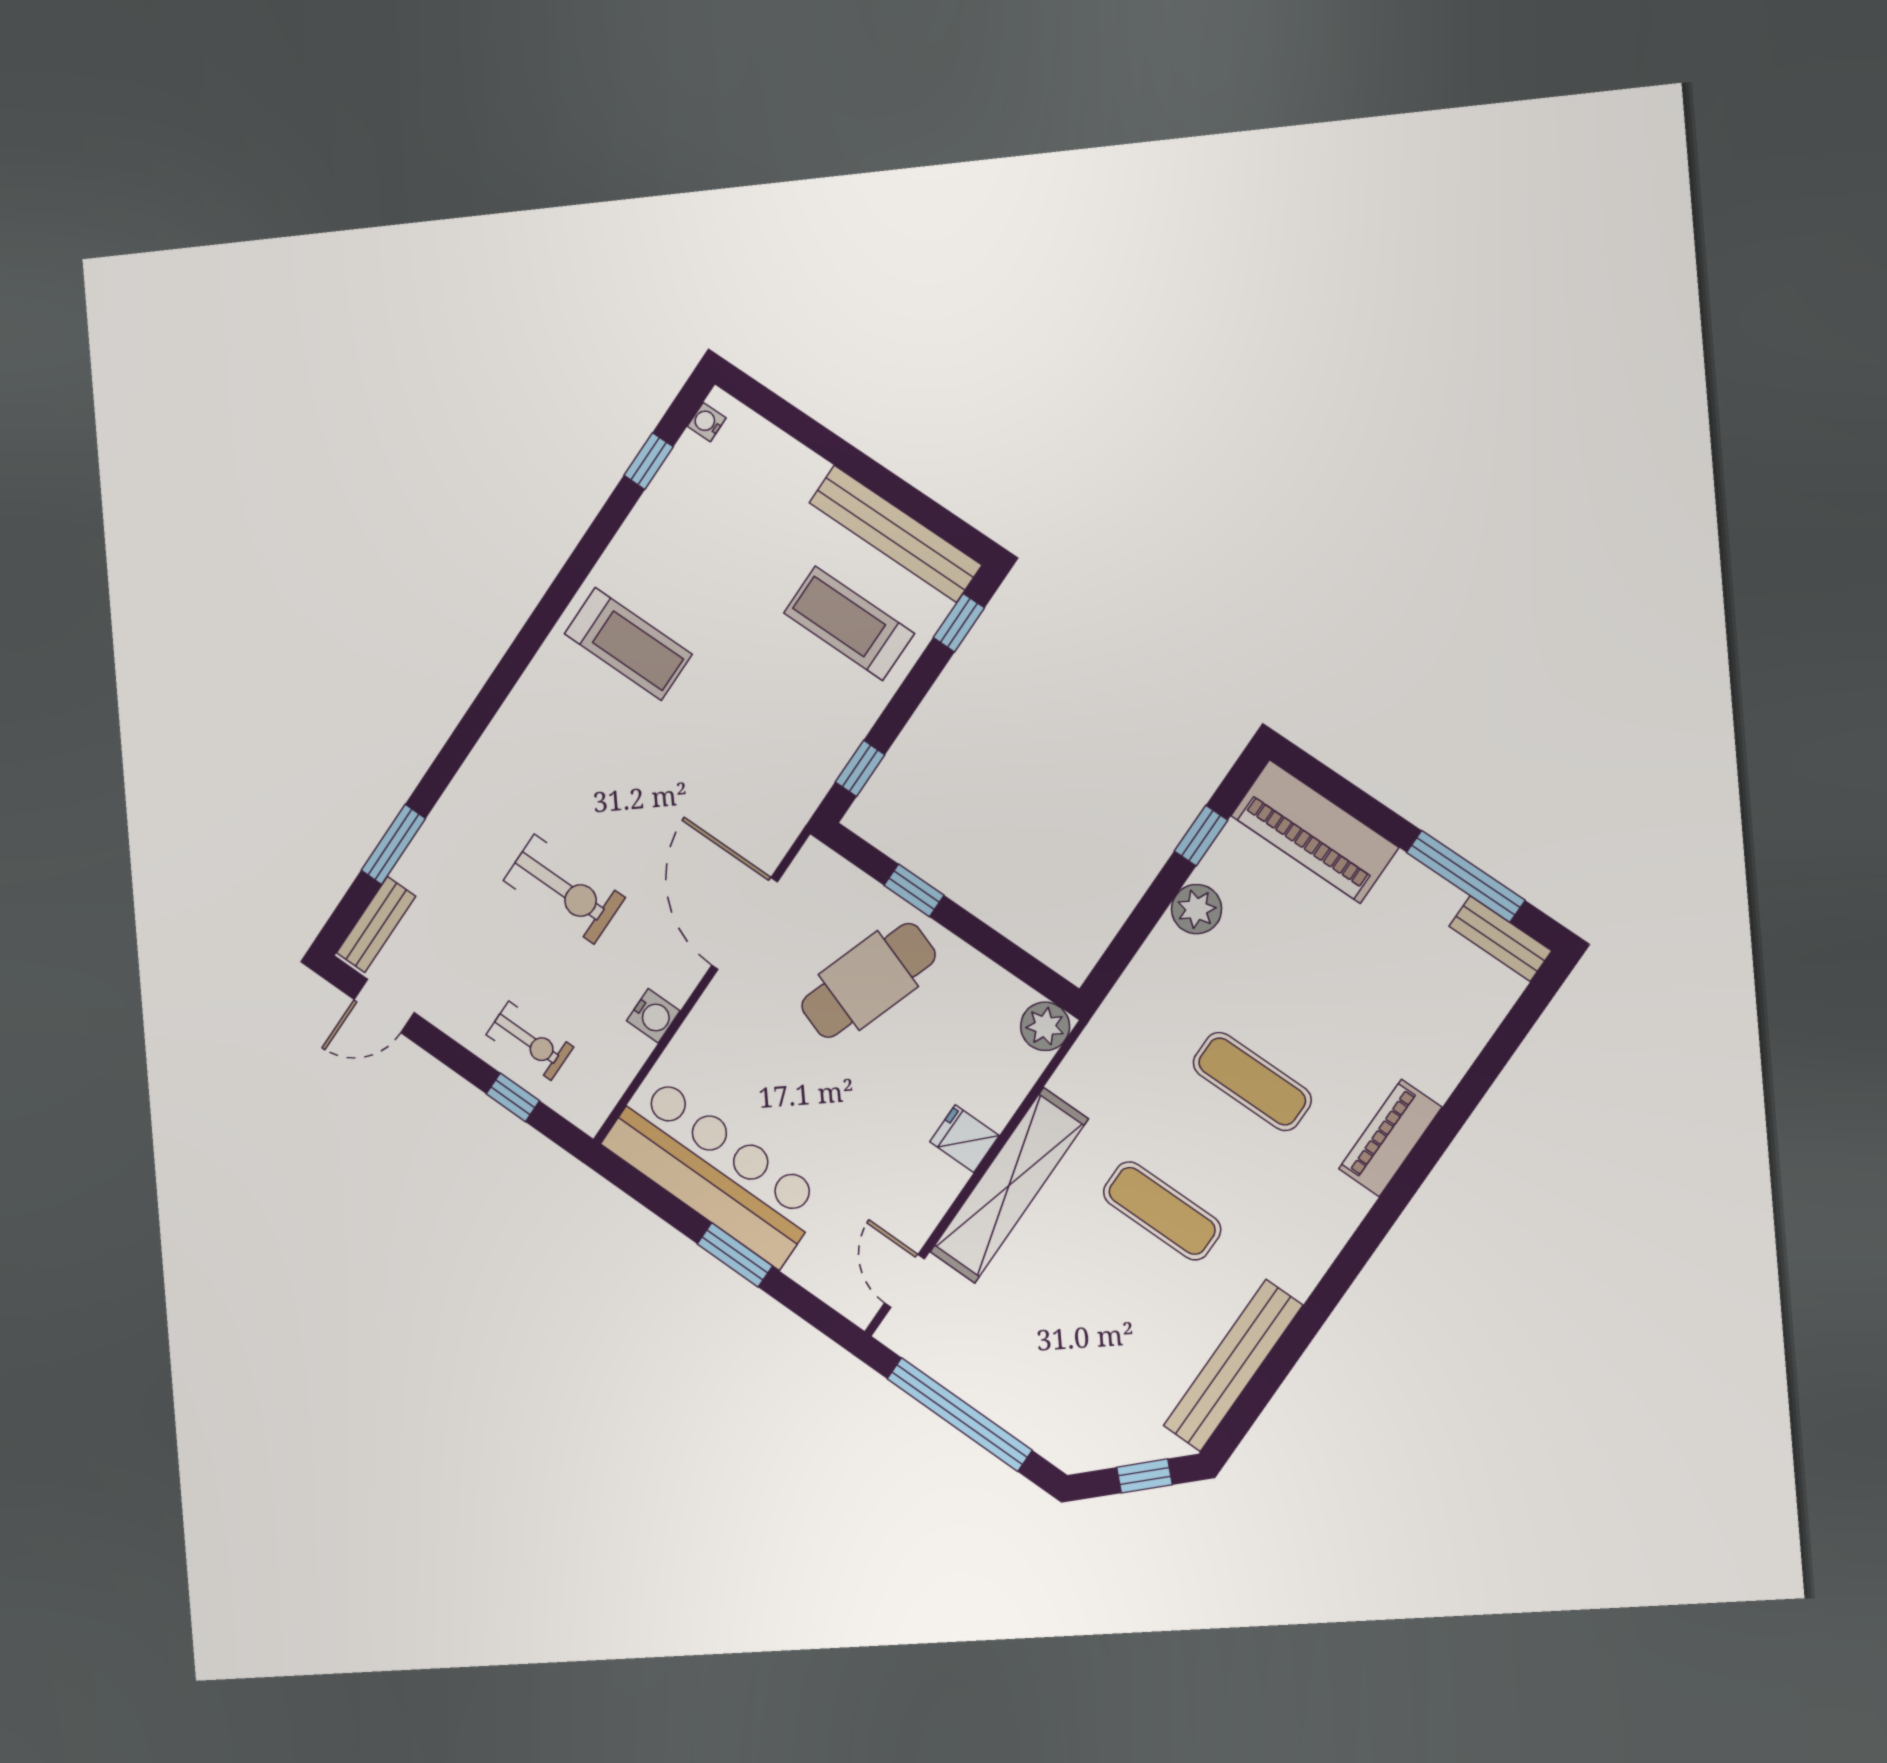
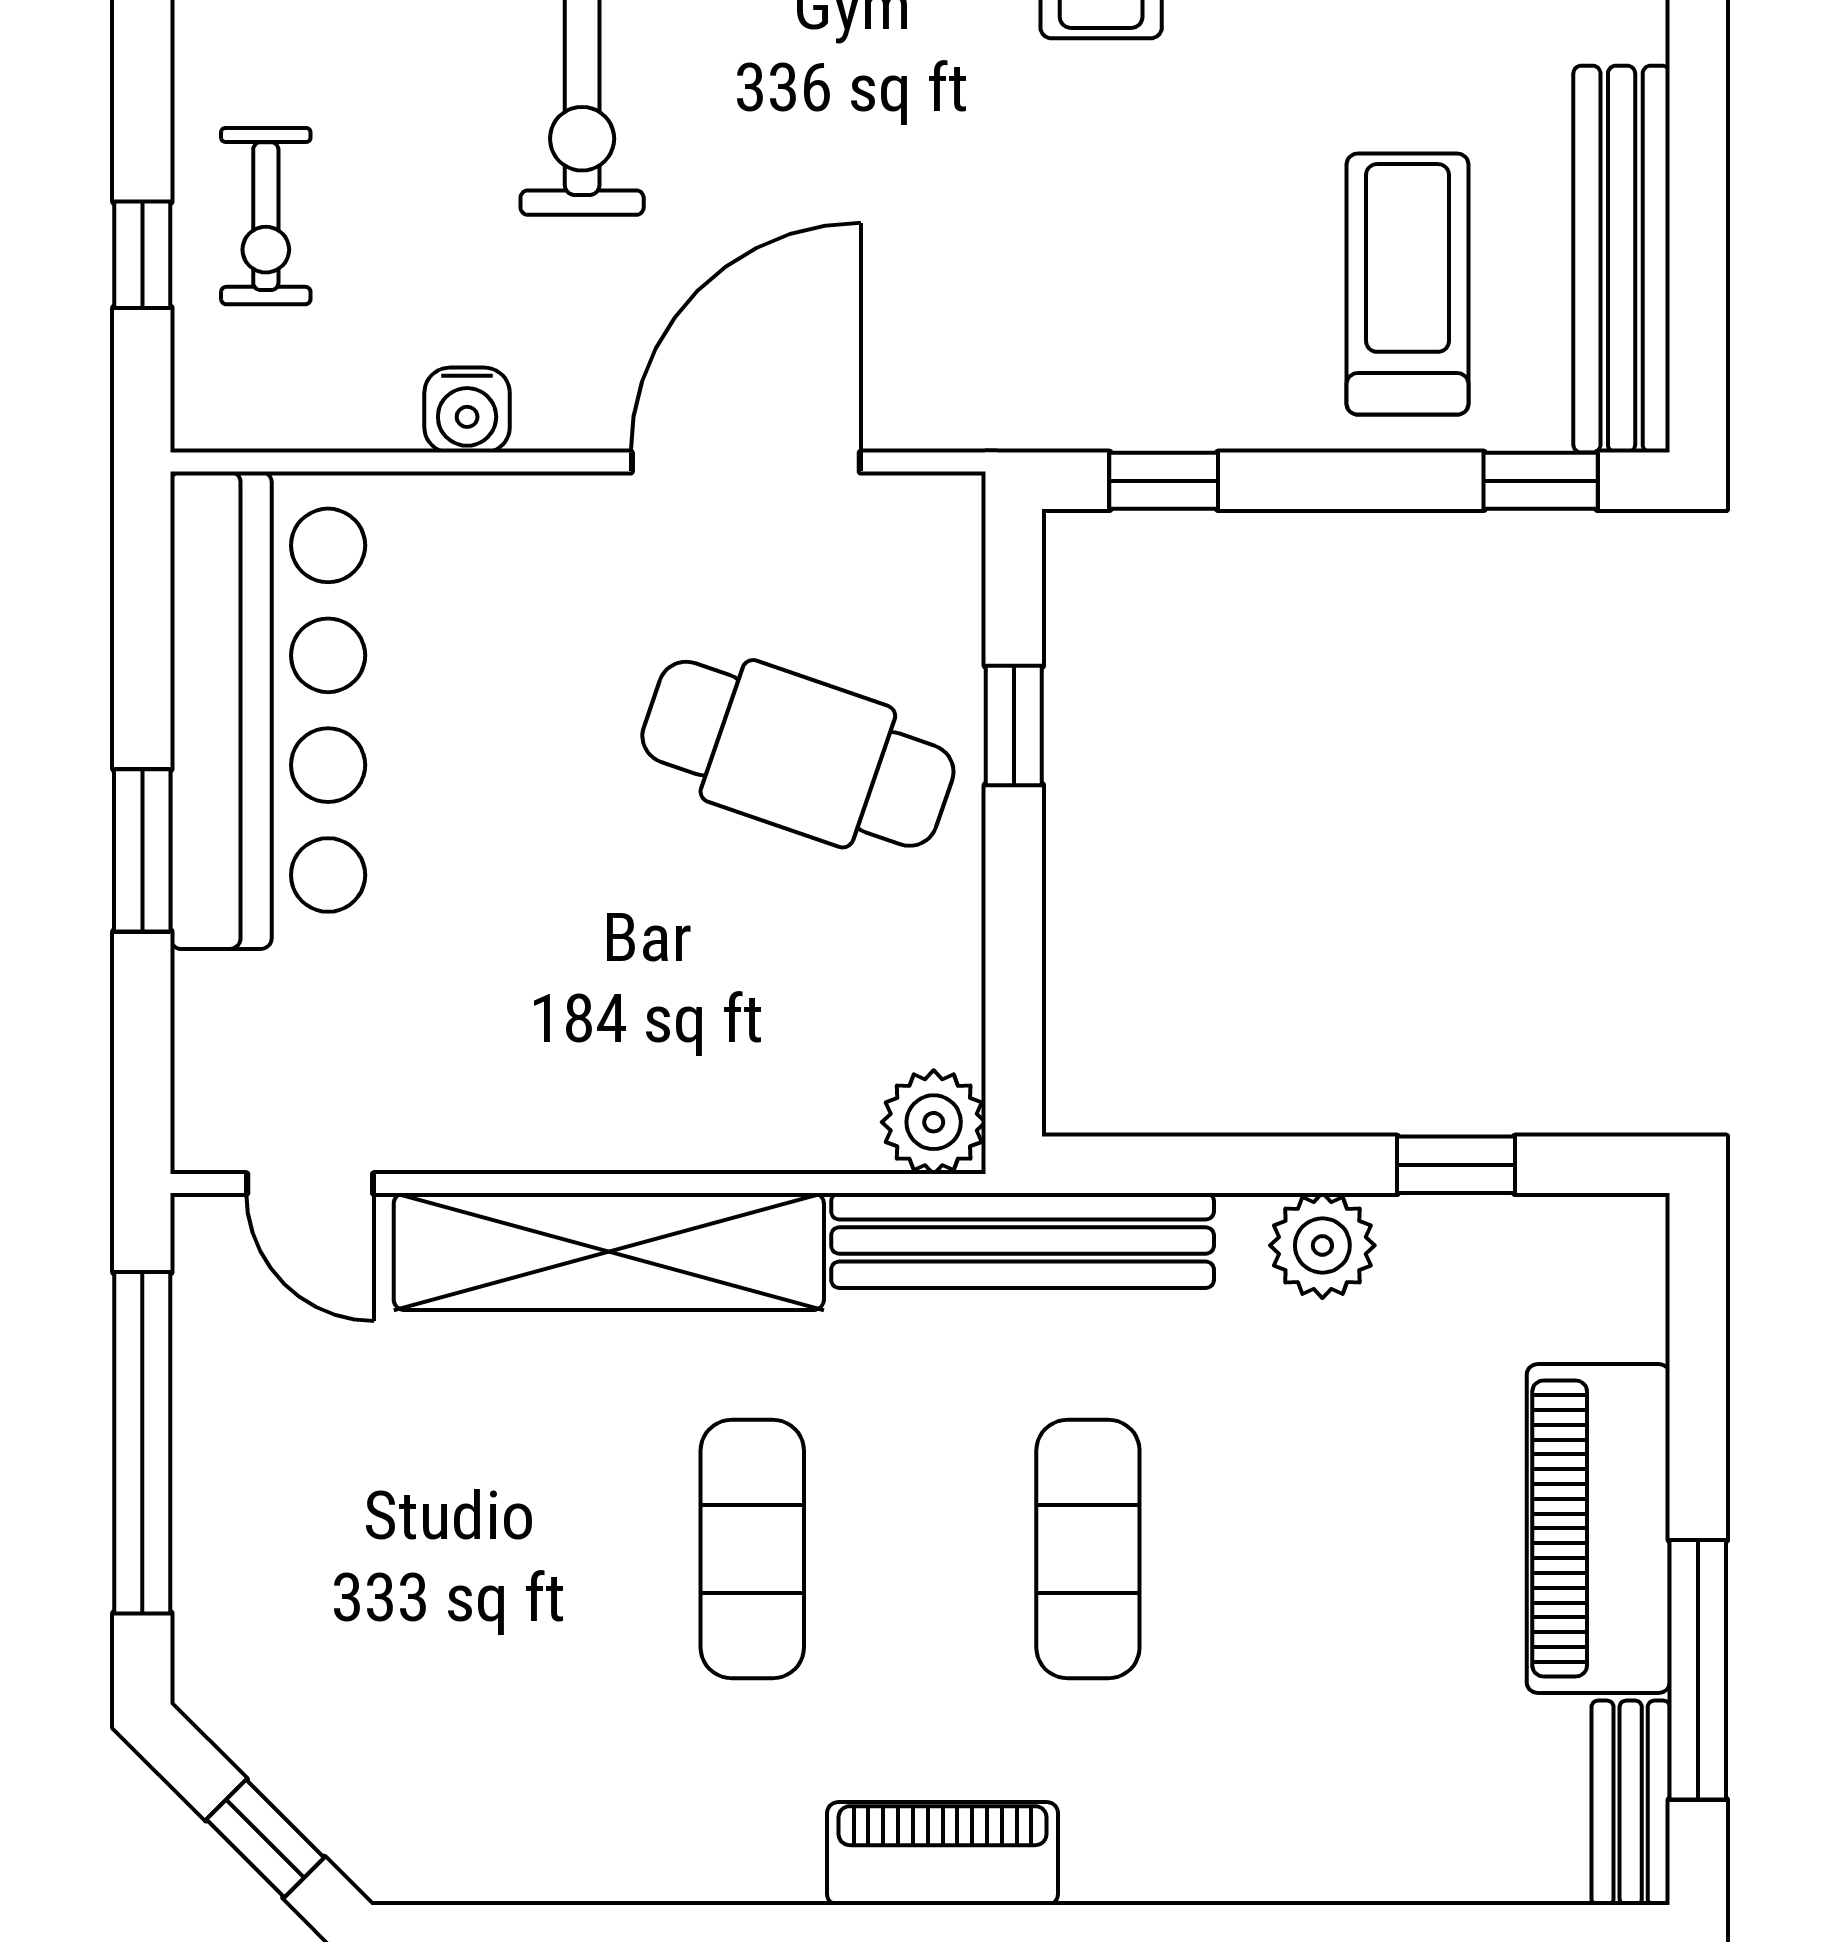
piano: (1315, 832) -> (1598, 1528), moved
piano: (1390, 1138) -> (943, 1854), moved
fridge: (964, 1139) -> (636, 1116), removed
door: (905, 1281) -> (310, 1184), swing flipped
bench: (1233, 1365) -> (1023, 1241), moved

